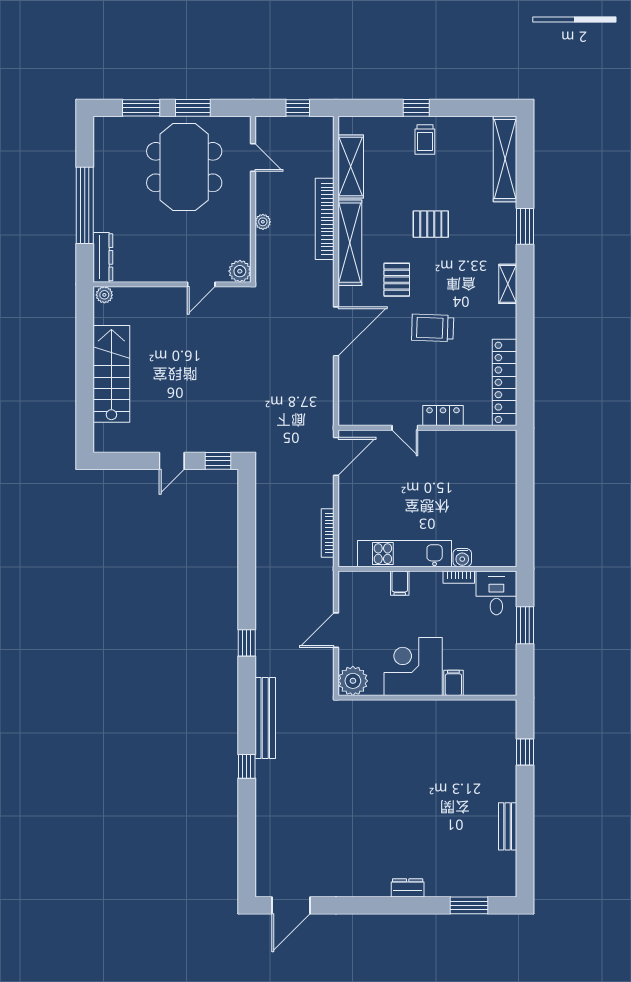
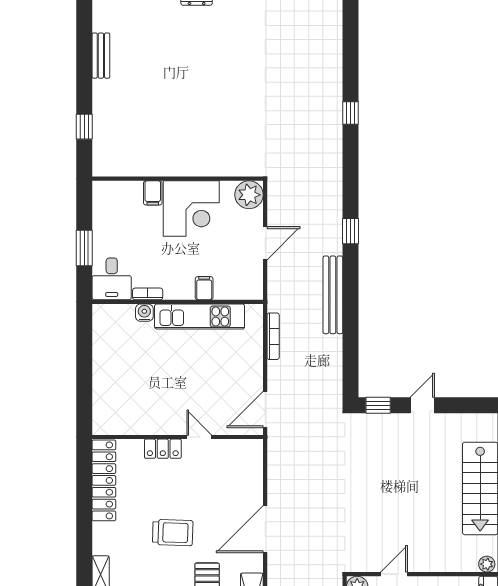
bench: (265, 718) -> (333, 295), moved

